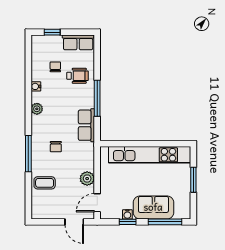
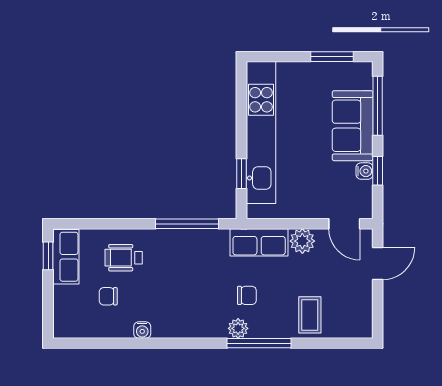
window: (52, 32) -> (48, 256), moved
wheelchair: (78, 76) -> (124, 258), turned -90
window: (97, 98) -> (187, 224), moved
plant: (37, 109) -> (238, 328), moved
row of seats: (86, 125) -> (259, 242), moved
window: (126, 144) -> (241, 174), added
window: (193, 180) -> (332, 57), moved

